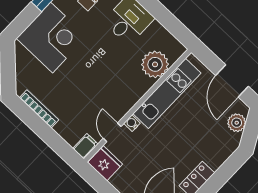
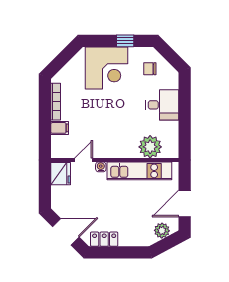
filing cabinet: (85, 146) -> (60, 128), moved

